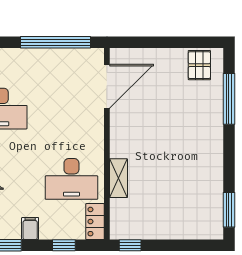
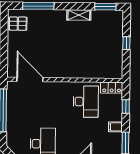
shelving: (119, 178) -> (79, 15), moved
window: (130, 245) -> (126, 43), moved

